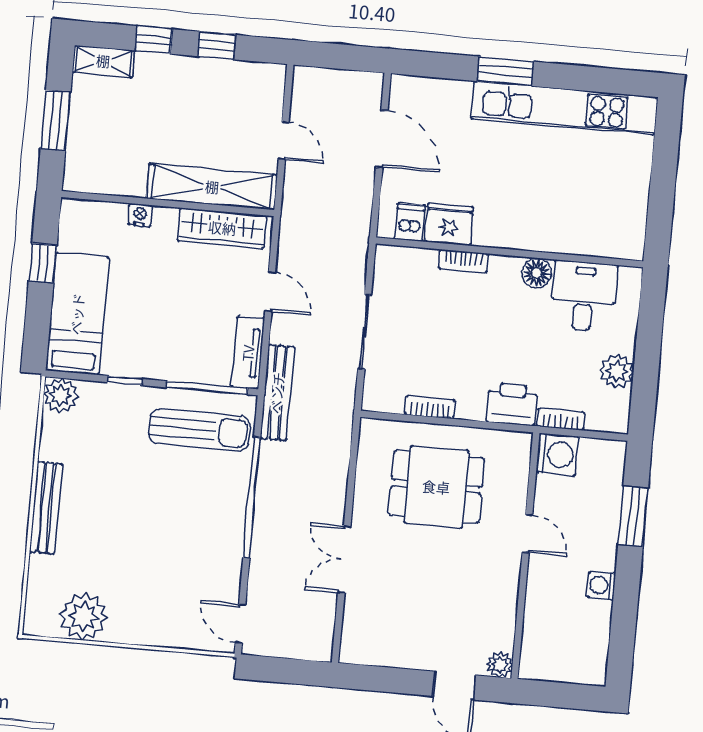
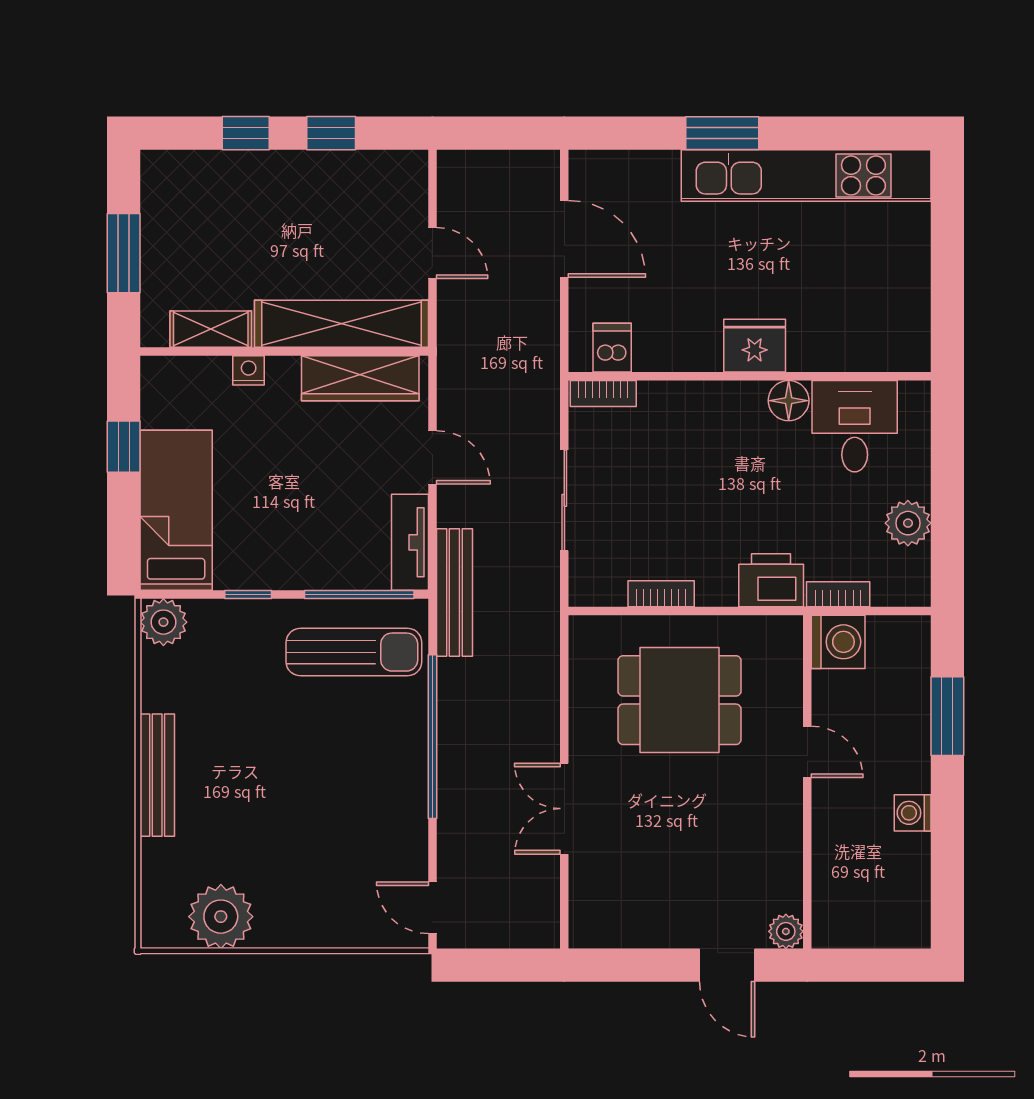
shelving: (103, 61) -> (211, 329), moved
fridge: (449, 224) -> (755, 346), moved
bookcase: (463, 261) -> (603, 394), moved

